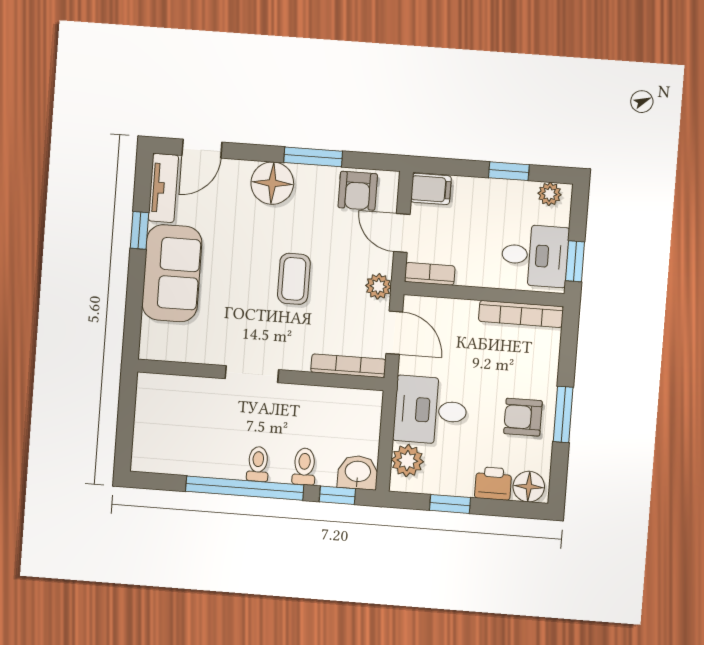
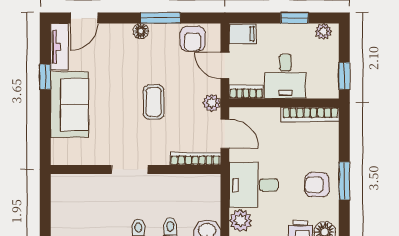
floor lamp: (272, 183) -> (141, 31), width x0.53, depth x0.53
desk: (535, 256) -> (285, 76), moved, turned 90

